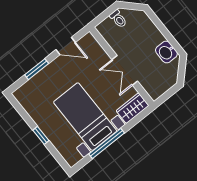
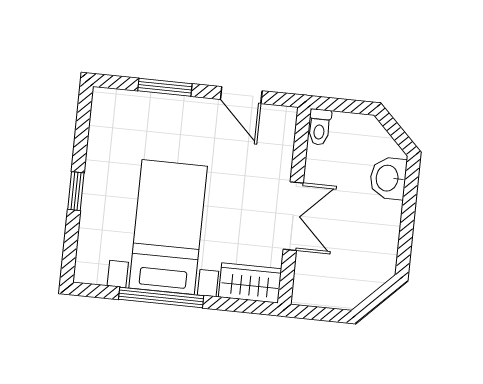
toilet: (118, 19) -> (319, 127), moved
washbasin: (166, 52) -> (388, 178), moved
double door: (125, 70) -> (293, 216), swing flipped

